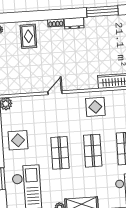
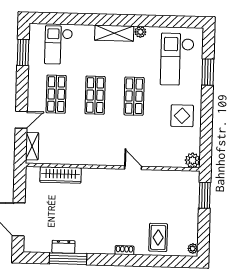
dresser: (74, 23) -> (63, 247), moved
door: (55, 93) -> (133, 168), swing flipped
display table: (95, 107) -> (87, 147), removed

